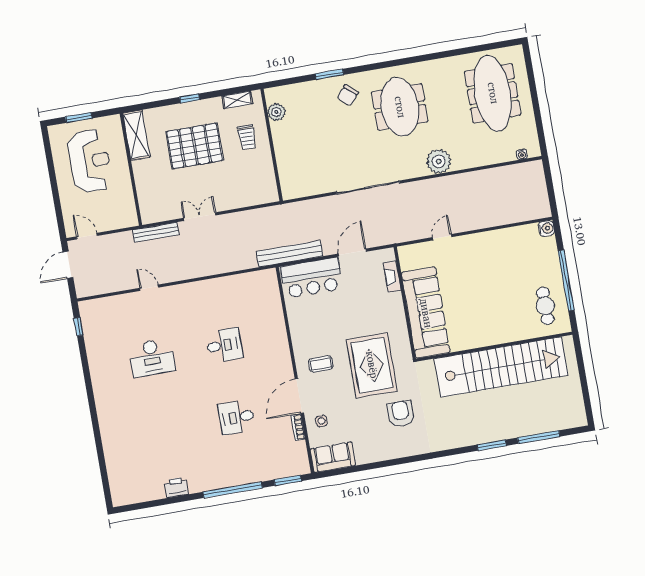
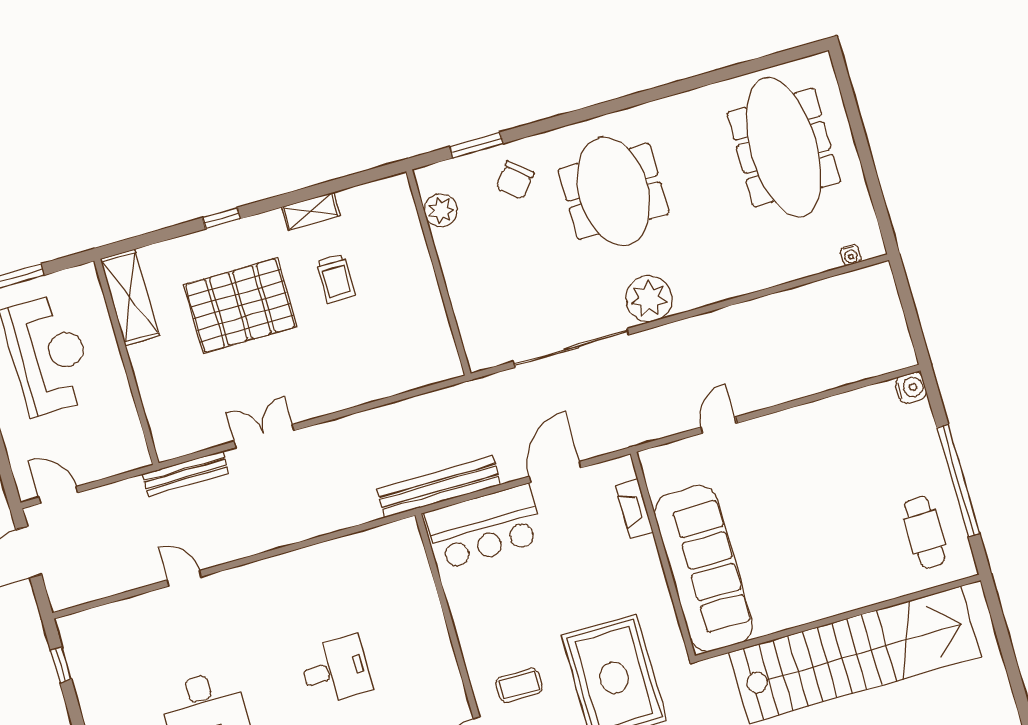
plant: (276, 112) -> (441, 210), moved
wall: (272, 145) -> (438, 272), moved
plant: (439, 161) -> (649, 299), moved

